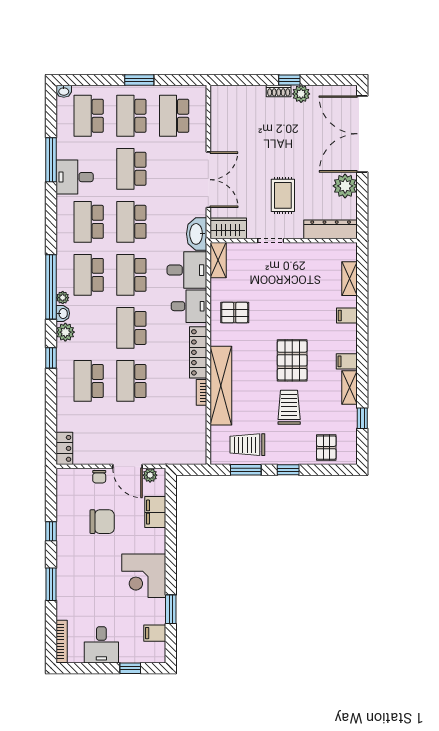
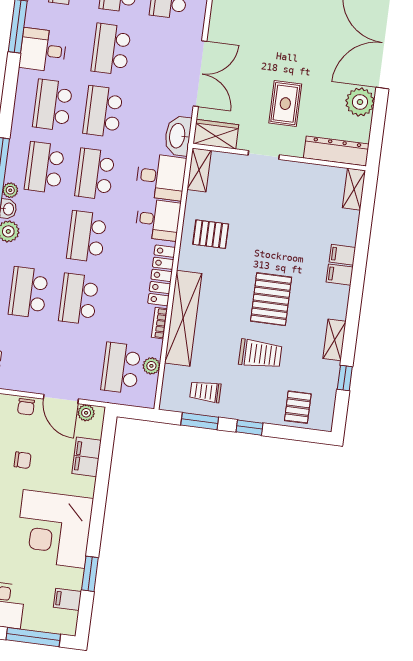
shelving: (350, 279) -> (354, 189), moved
filing cabinet: (347, 361) -> (340, 275), moved
trolley: (289, 407) -> (260, 354), turned 90
plant: (199, 429) -> (151, 366), added
school desk: (174, 434) -> (121, 368), added
trolley: (247, 445) -> (205, 392), width x0.73, depth x0.72
chair: (102, 522) -> (23, 460), width x0.54, depth x0.54
corner desk: (144, 576) -> (54, 529), width x1.36, depth x1.36
window: (130, 668) -> (33, 637), width x2.17

